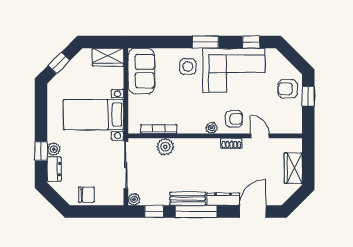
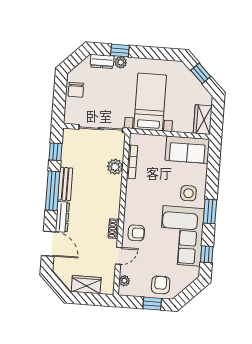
armchair: (234, 119) -> (136, 233), turned -90
plant: (212, 128) -> (124, 281), moved
plant: (134, 199) -> (68, 134), removed

